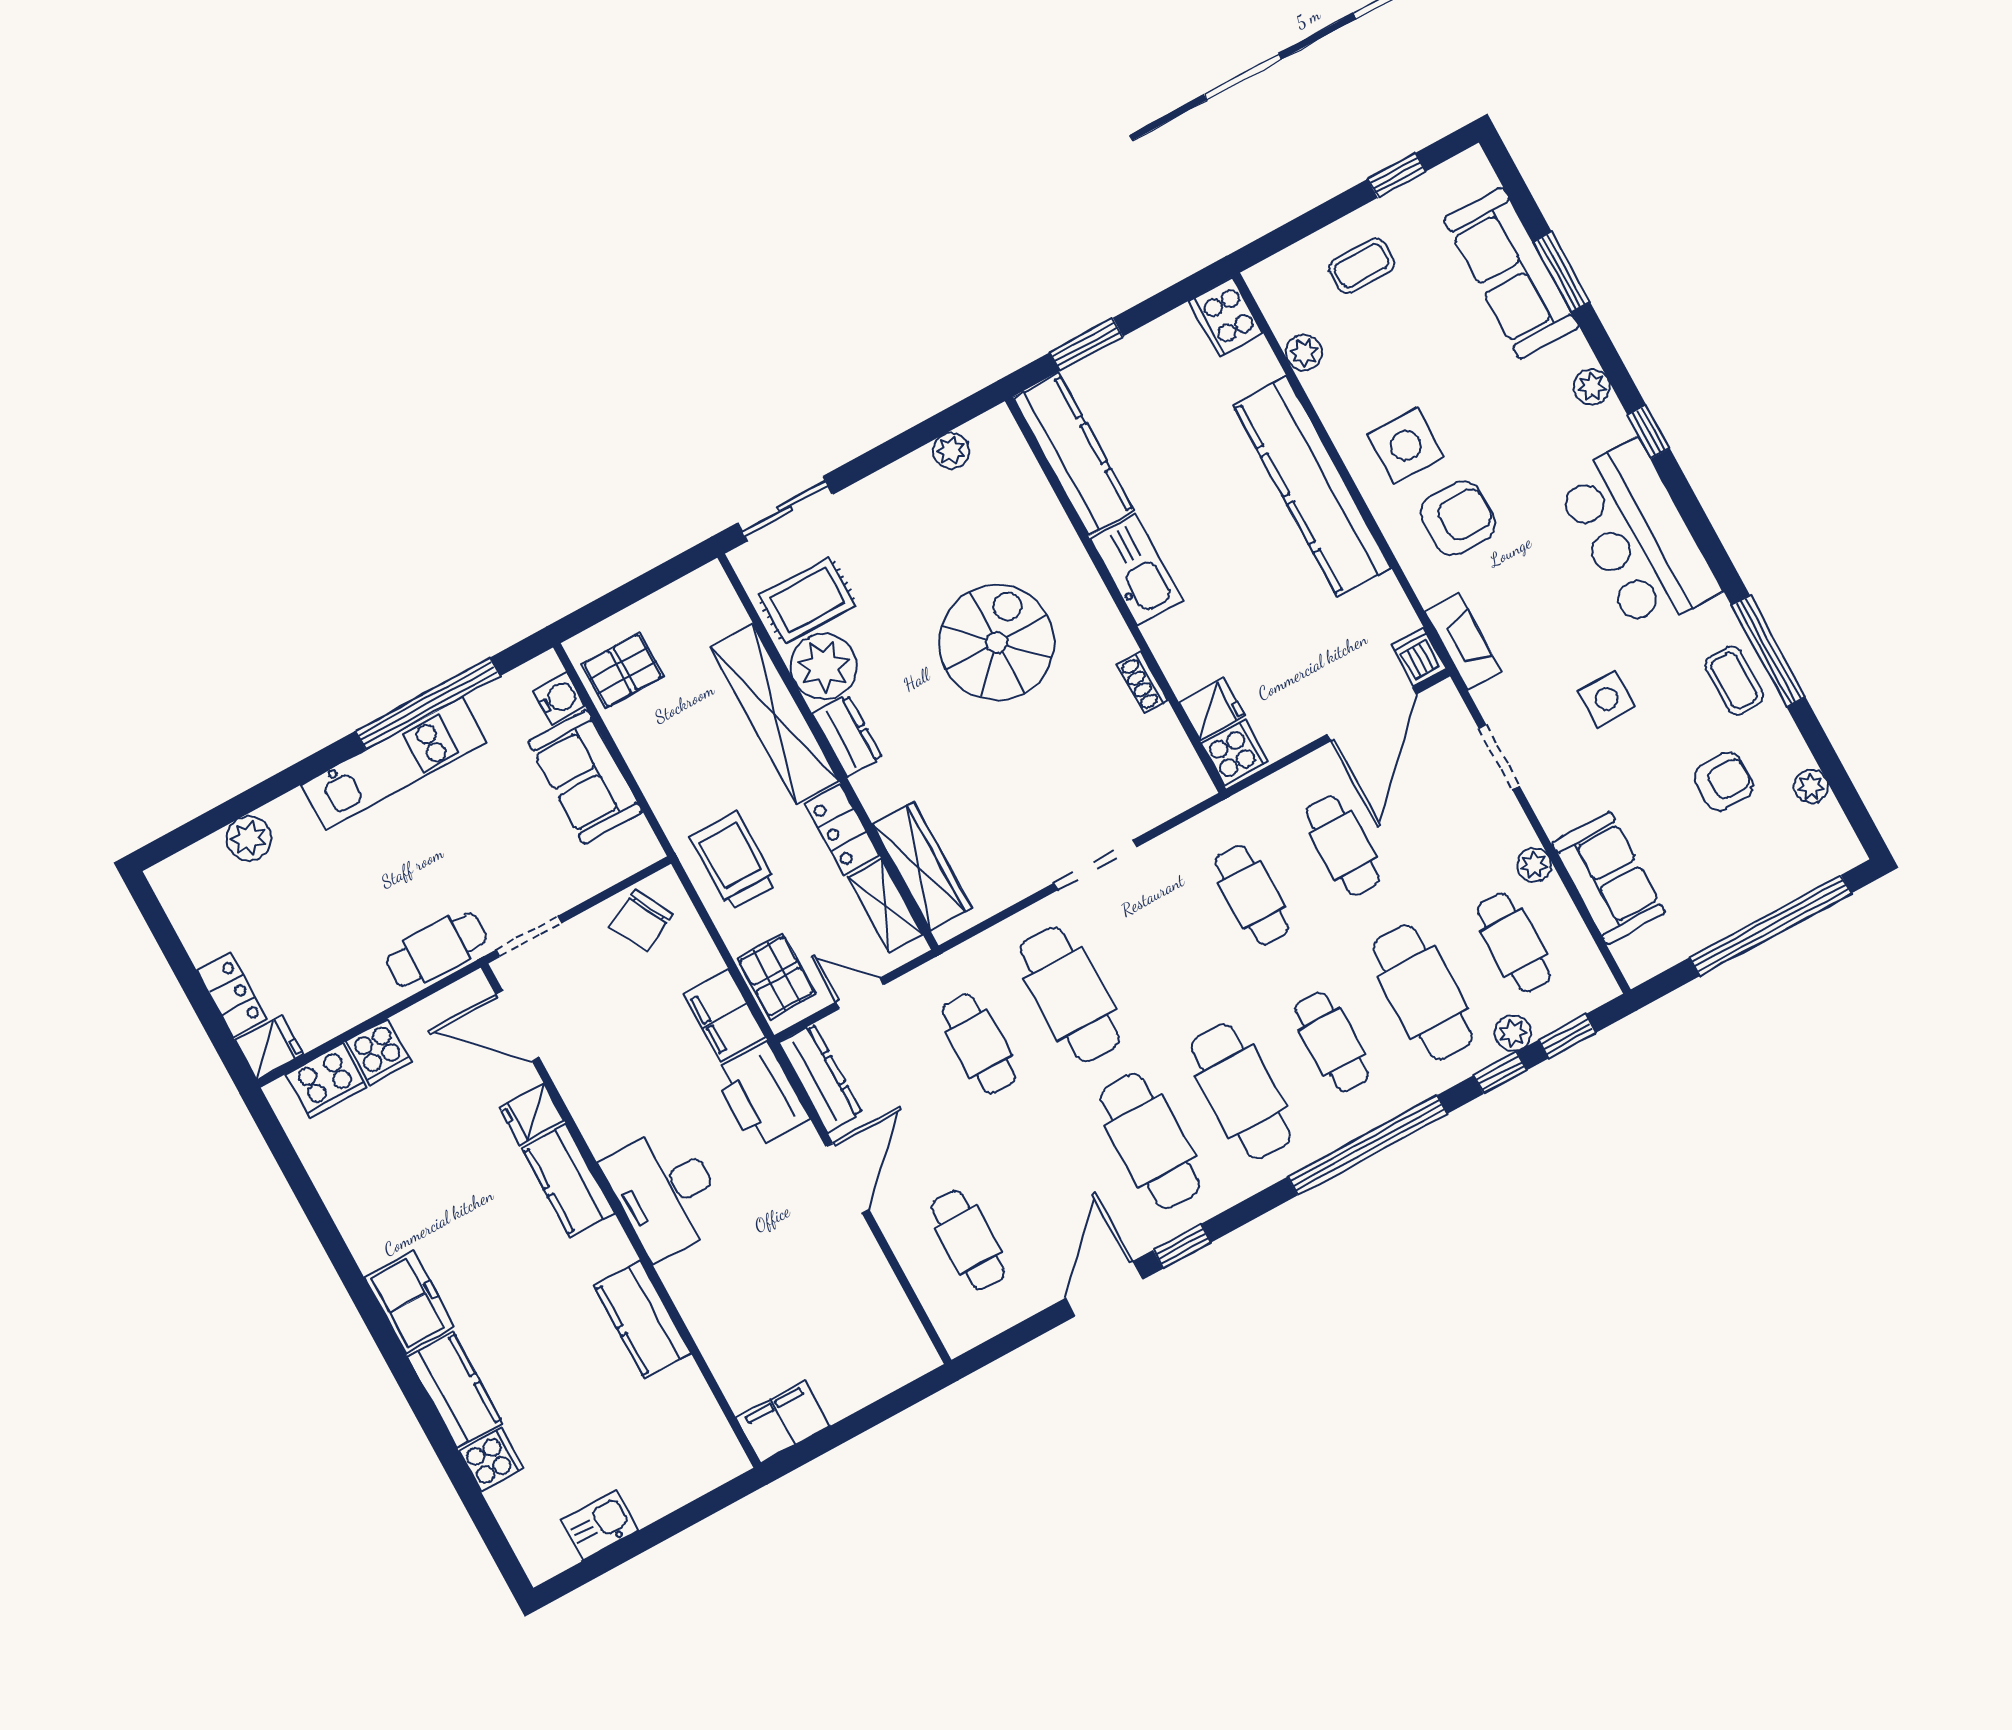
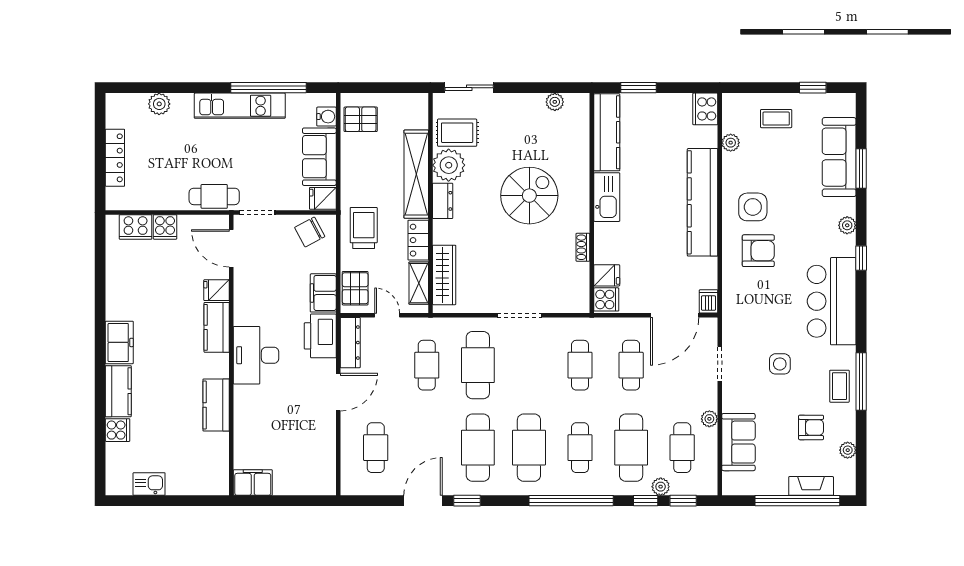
fireplace: (1463, 641) -> (811, 486), moved, turned -90
locker: (232, 995) -> (115, 158), width x1.53
fridge: (269, 1048) -> (323, 198), moved, turned 180

